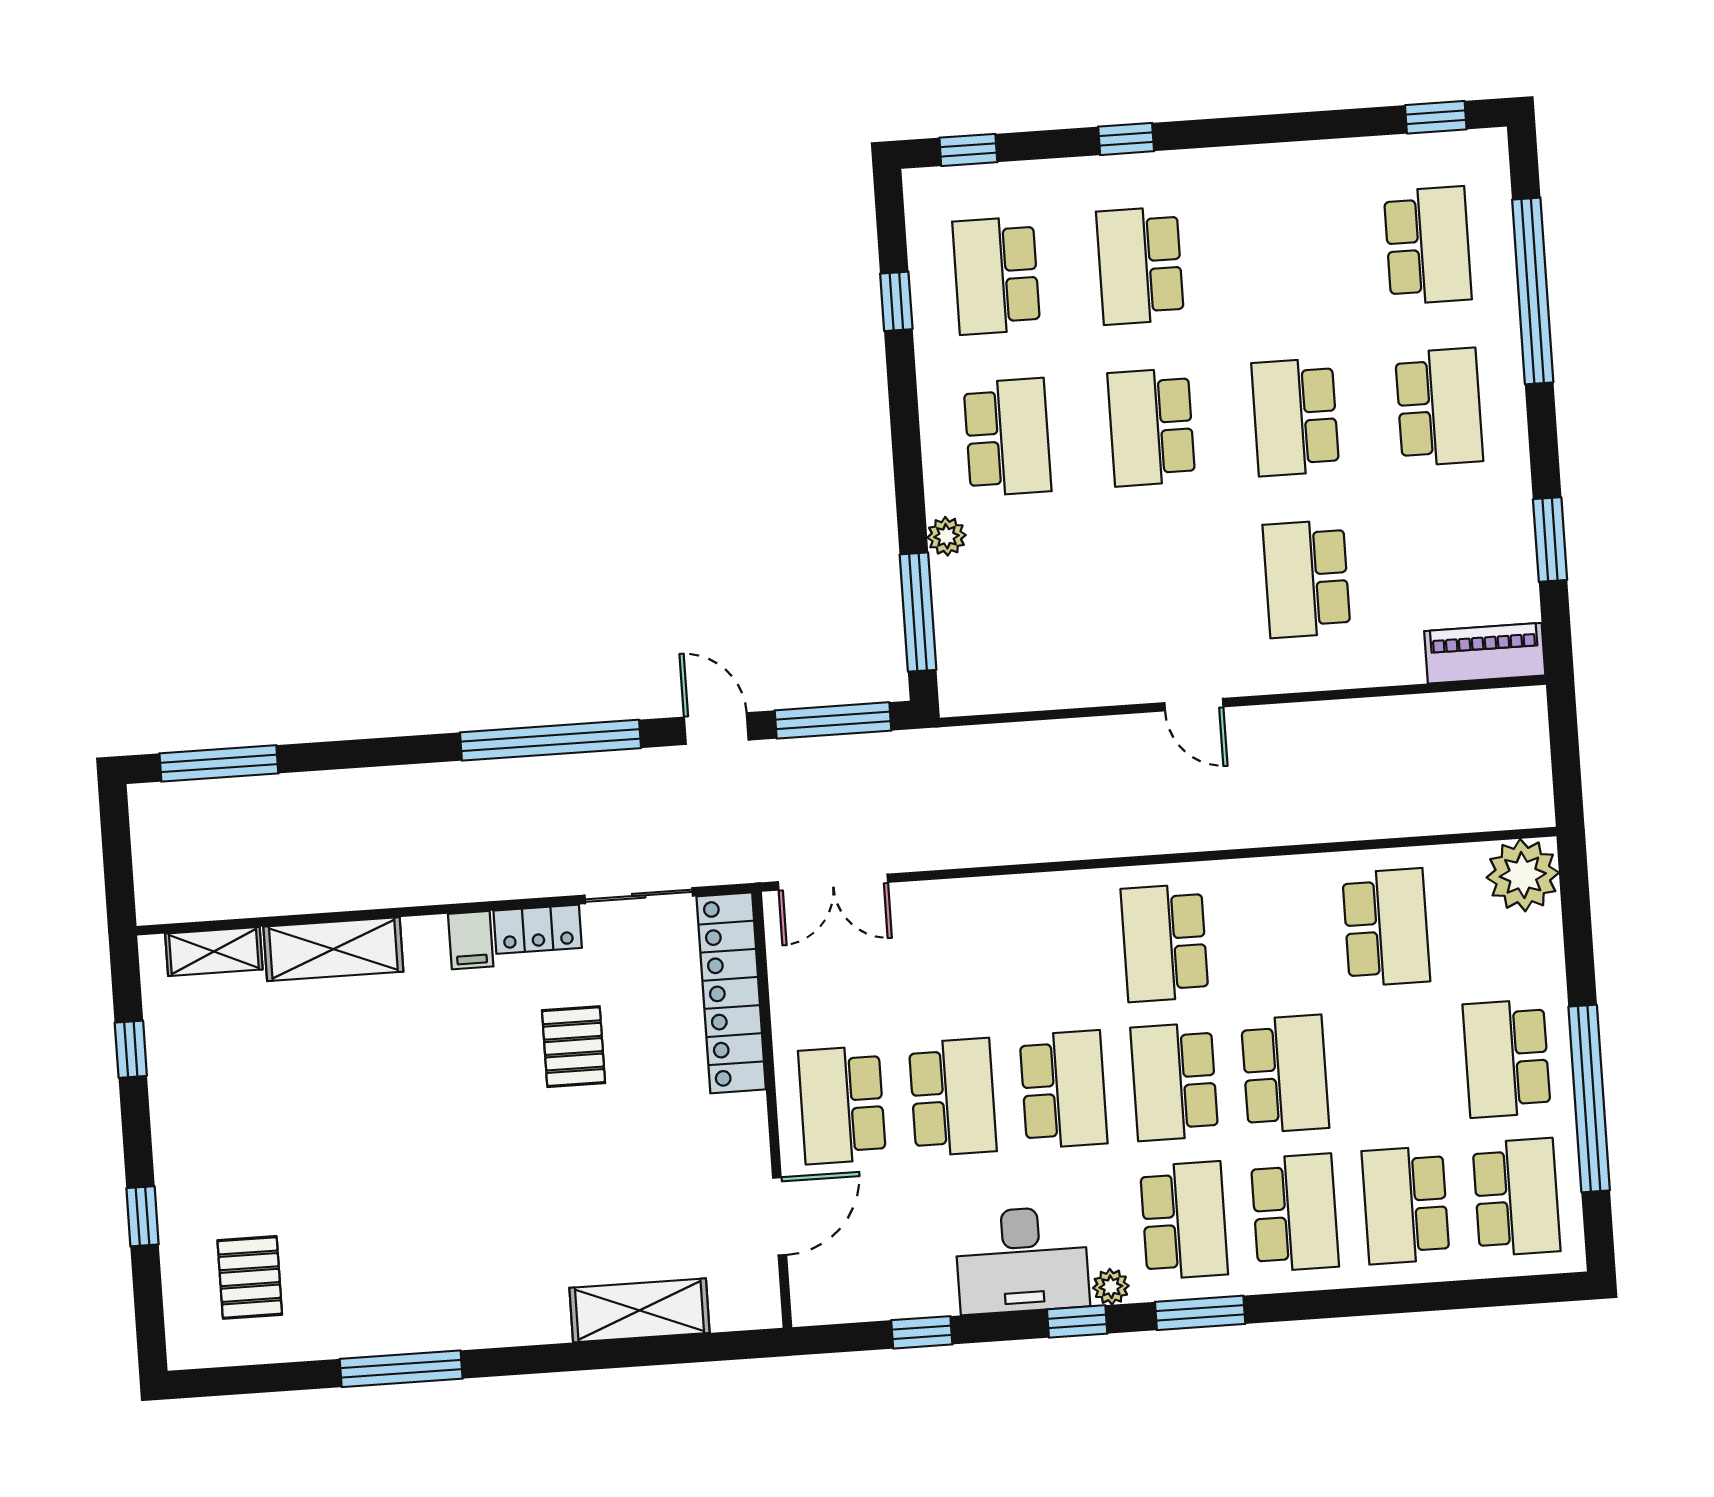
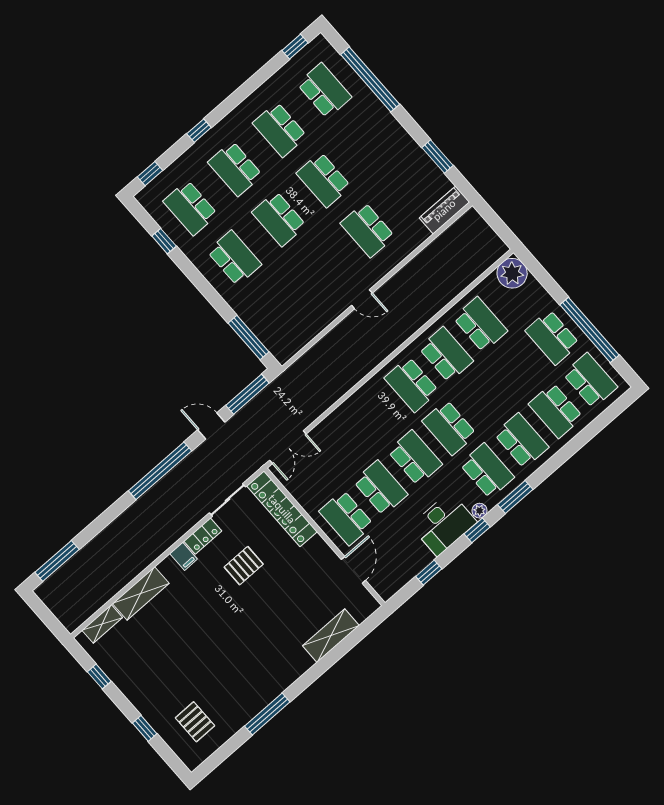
school desk: (1439, 407) -> (280, 130), moved, turned 180
plant: (946, 536) -> (239, 306), removed
pallet: (574, 1047) -> (244, 566), turned 90
school desk: (1285, 1074) -> (446, 354), moved

